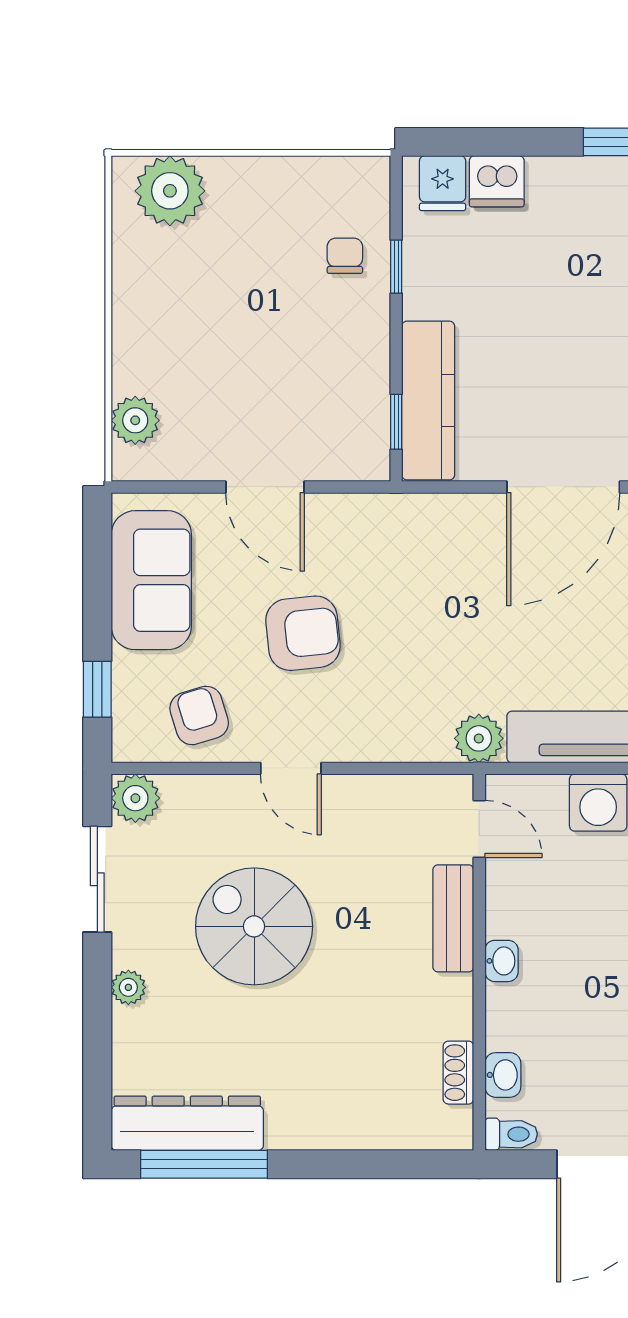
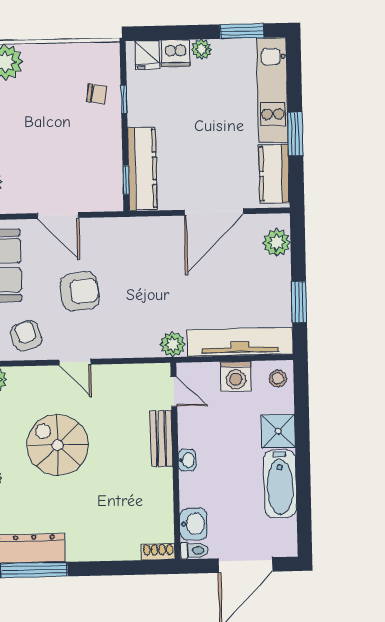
plant: (547, 175) -> (202, 49), added
chair: (345, 256) -> (97, 94), turned 99
shoe rack: (458, 1073) -> (158, 552), moved, turned 90
washbasin: (503, 1075) -> (193, 524), width x1.38, depth x1.45

